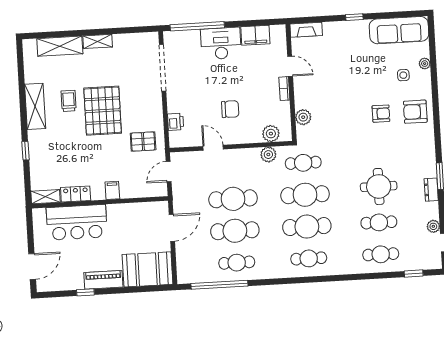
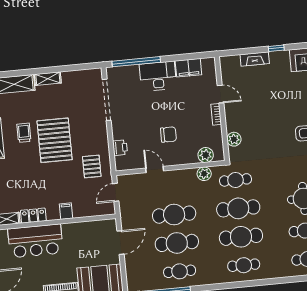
fireplace: (306, 30) -> (255, 59), moved
pallet: (143, 142) -> (92, 166), turned 90

